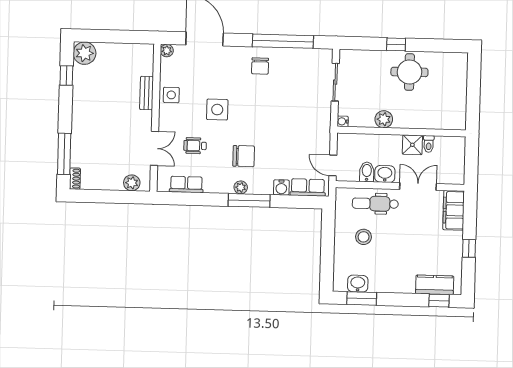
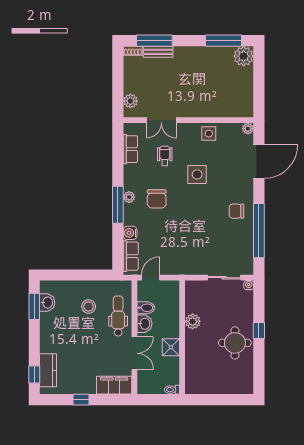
window: (66, 75) -> (223, 41), width x2.17
bench: (147, 93) -> (158, 52), moved
water cooler: (343, 121) -> (249, 285), moved
toilet: (429, 144) -> (172, 390), moved

